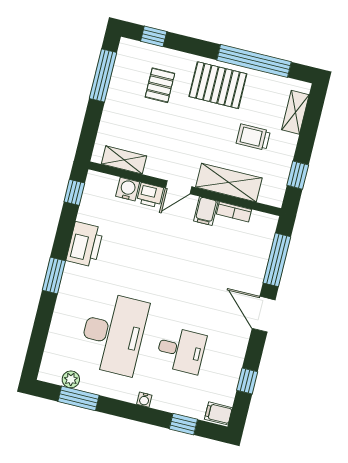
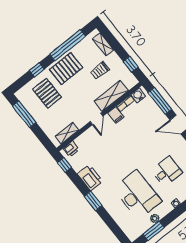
window: (154, 36) -> (37, 70), moved
pallet: (160, 85) -> (47, 93), width x1.50, depth x1.42
water cooler: (128, 189) -> (138, 95), moved
printer: (150, 195) -> (71, 149), moved
plant: (71, 379) -> (155, 218), moved

